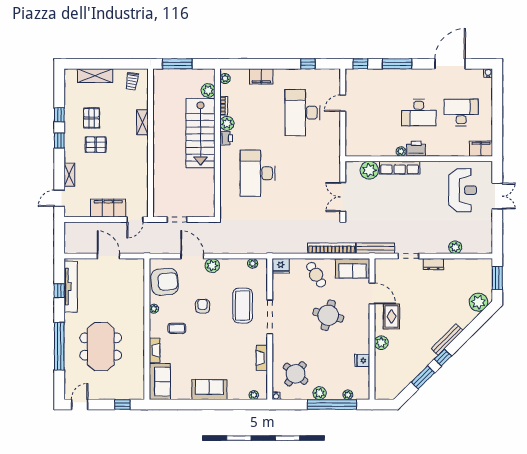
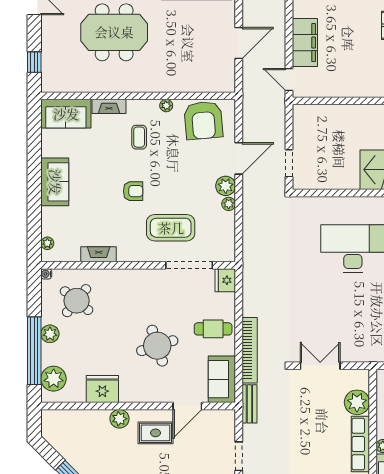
doorway: (177, 220) -> (289, 163), moved
bench: (376, 248) -> (249, 404), width x0.73
plant: (253, 263) -> (229, 204), moved
cafe table: (316, 275) -> (213, 329), turned 31
armchair: (203, 306) -> (133, 191), moved
round table: (328, 315) -> (157, 346), turned -33
doorway: (270, 317) -> (189, 265), moved
fridge: (362, 360) -> (102, 389), width x1.88, depth x1.34
plant: (348, 395) -> (54, 379), width x1.88, depth x1.88

